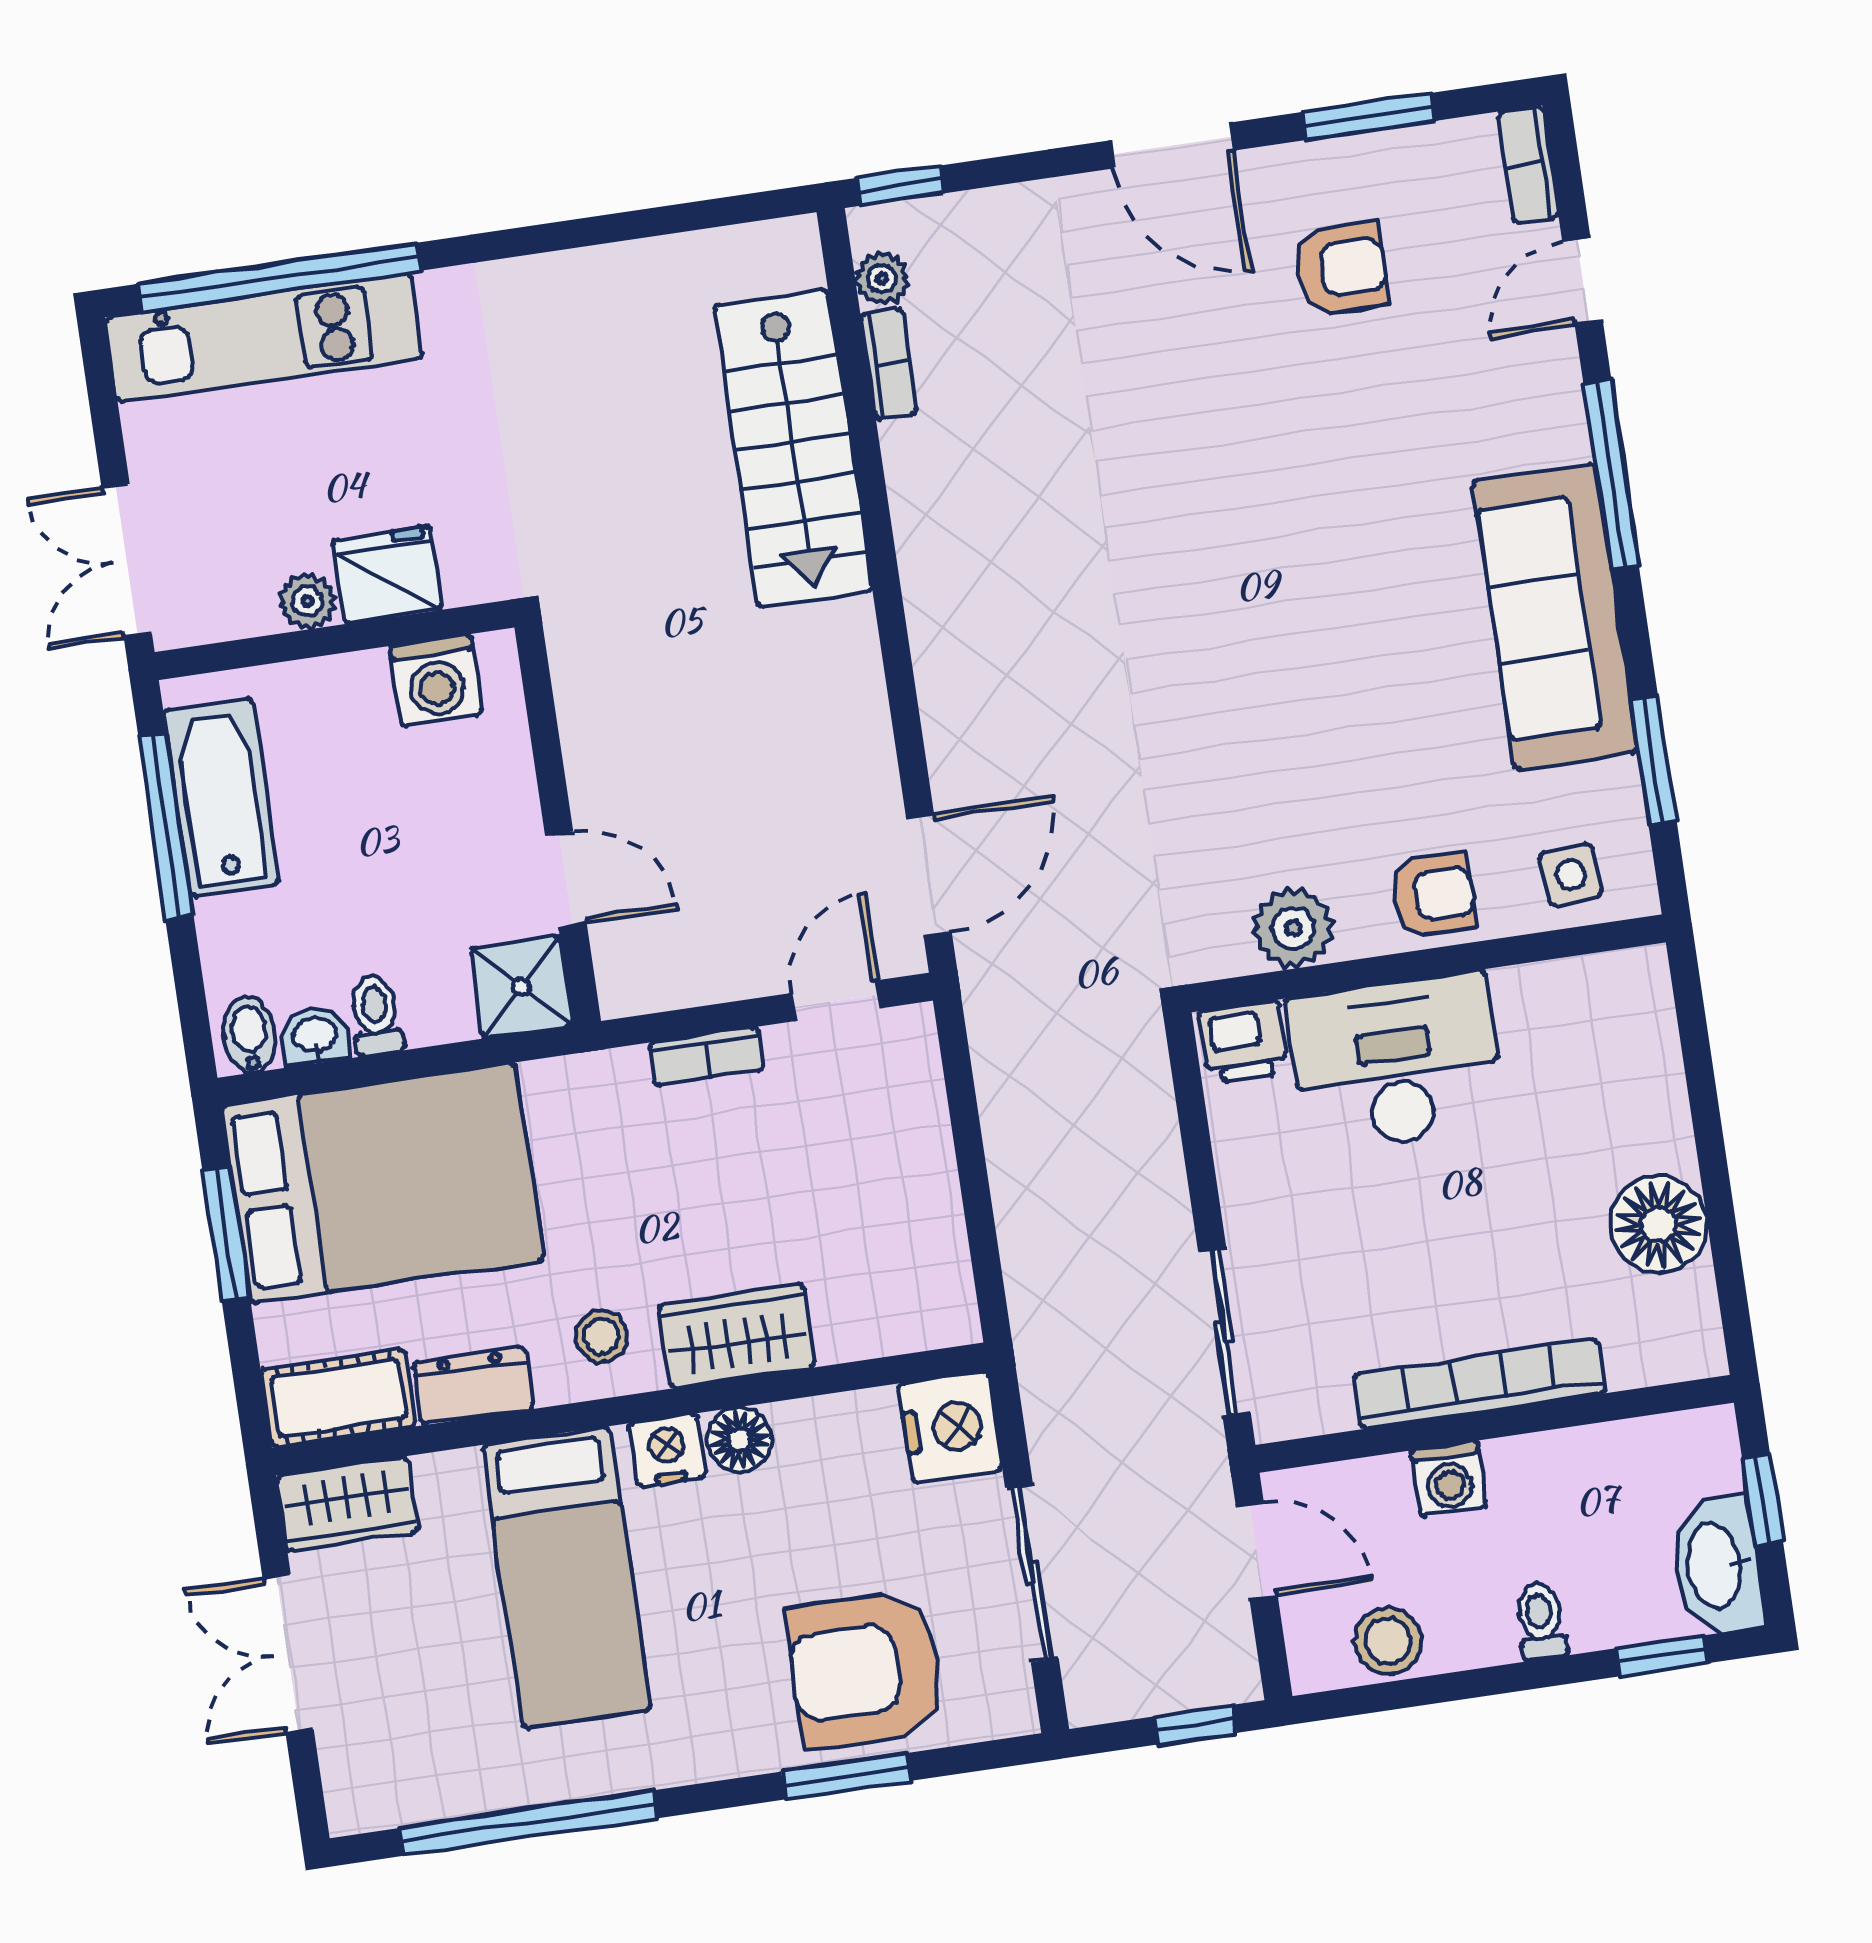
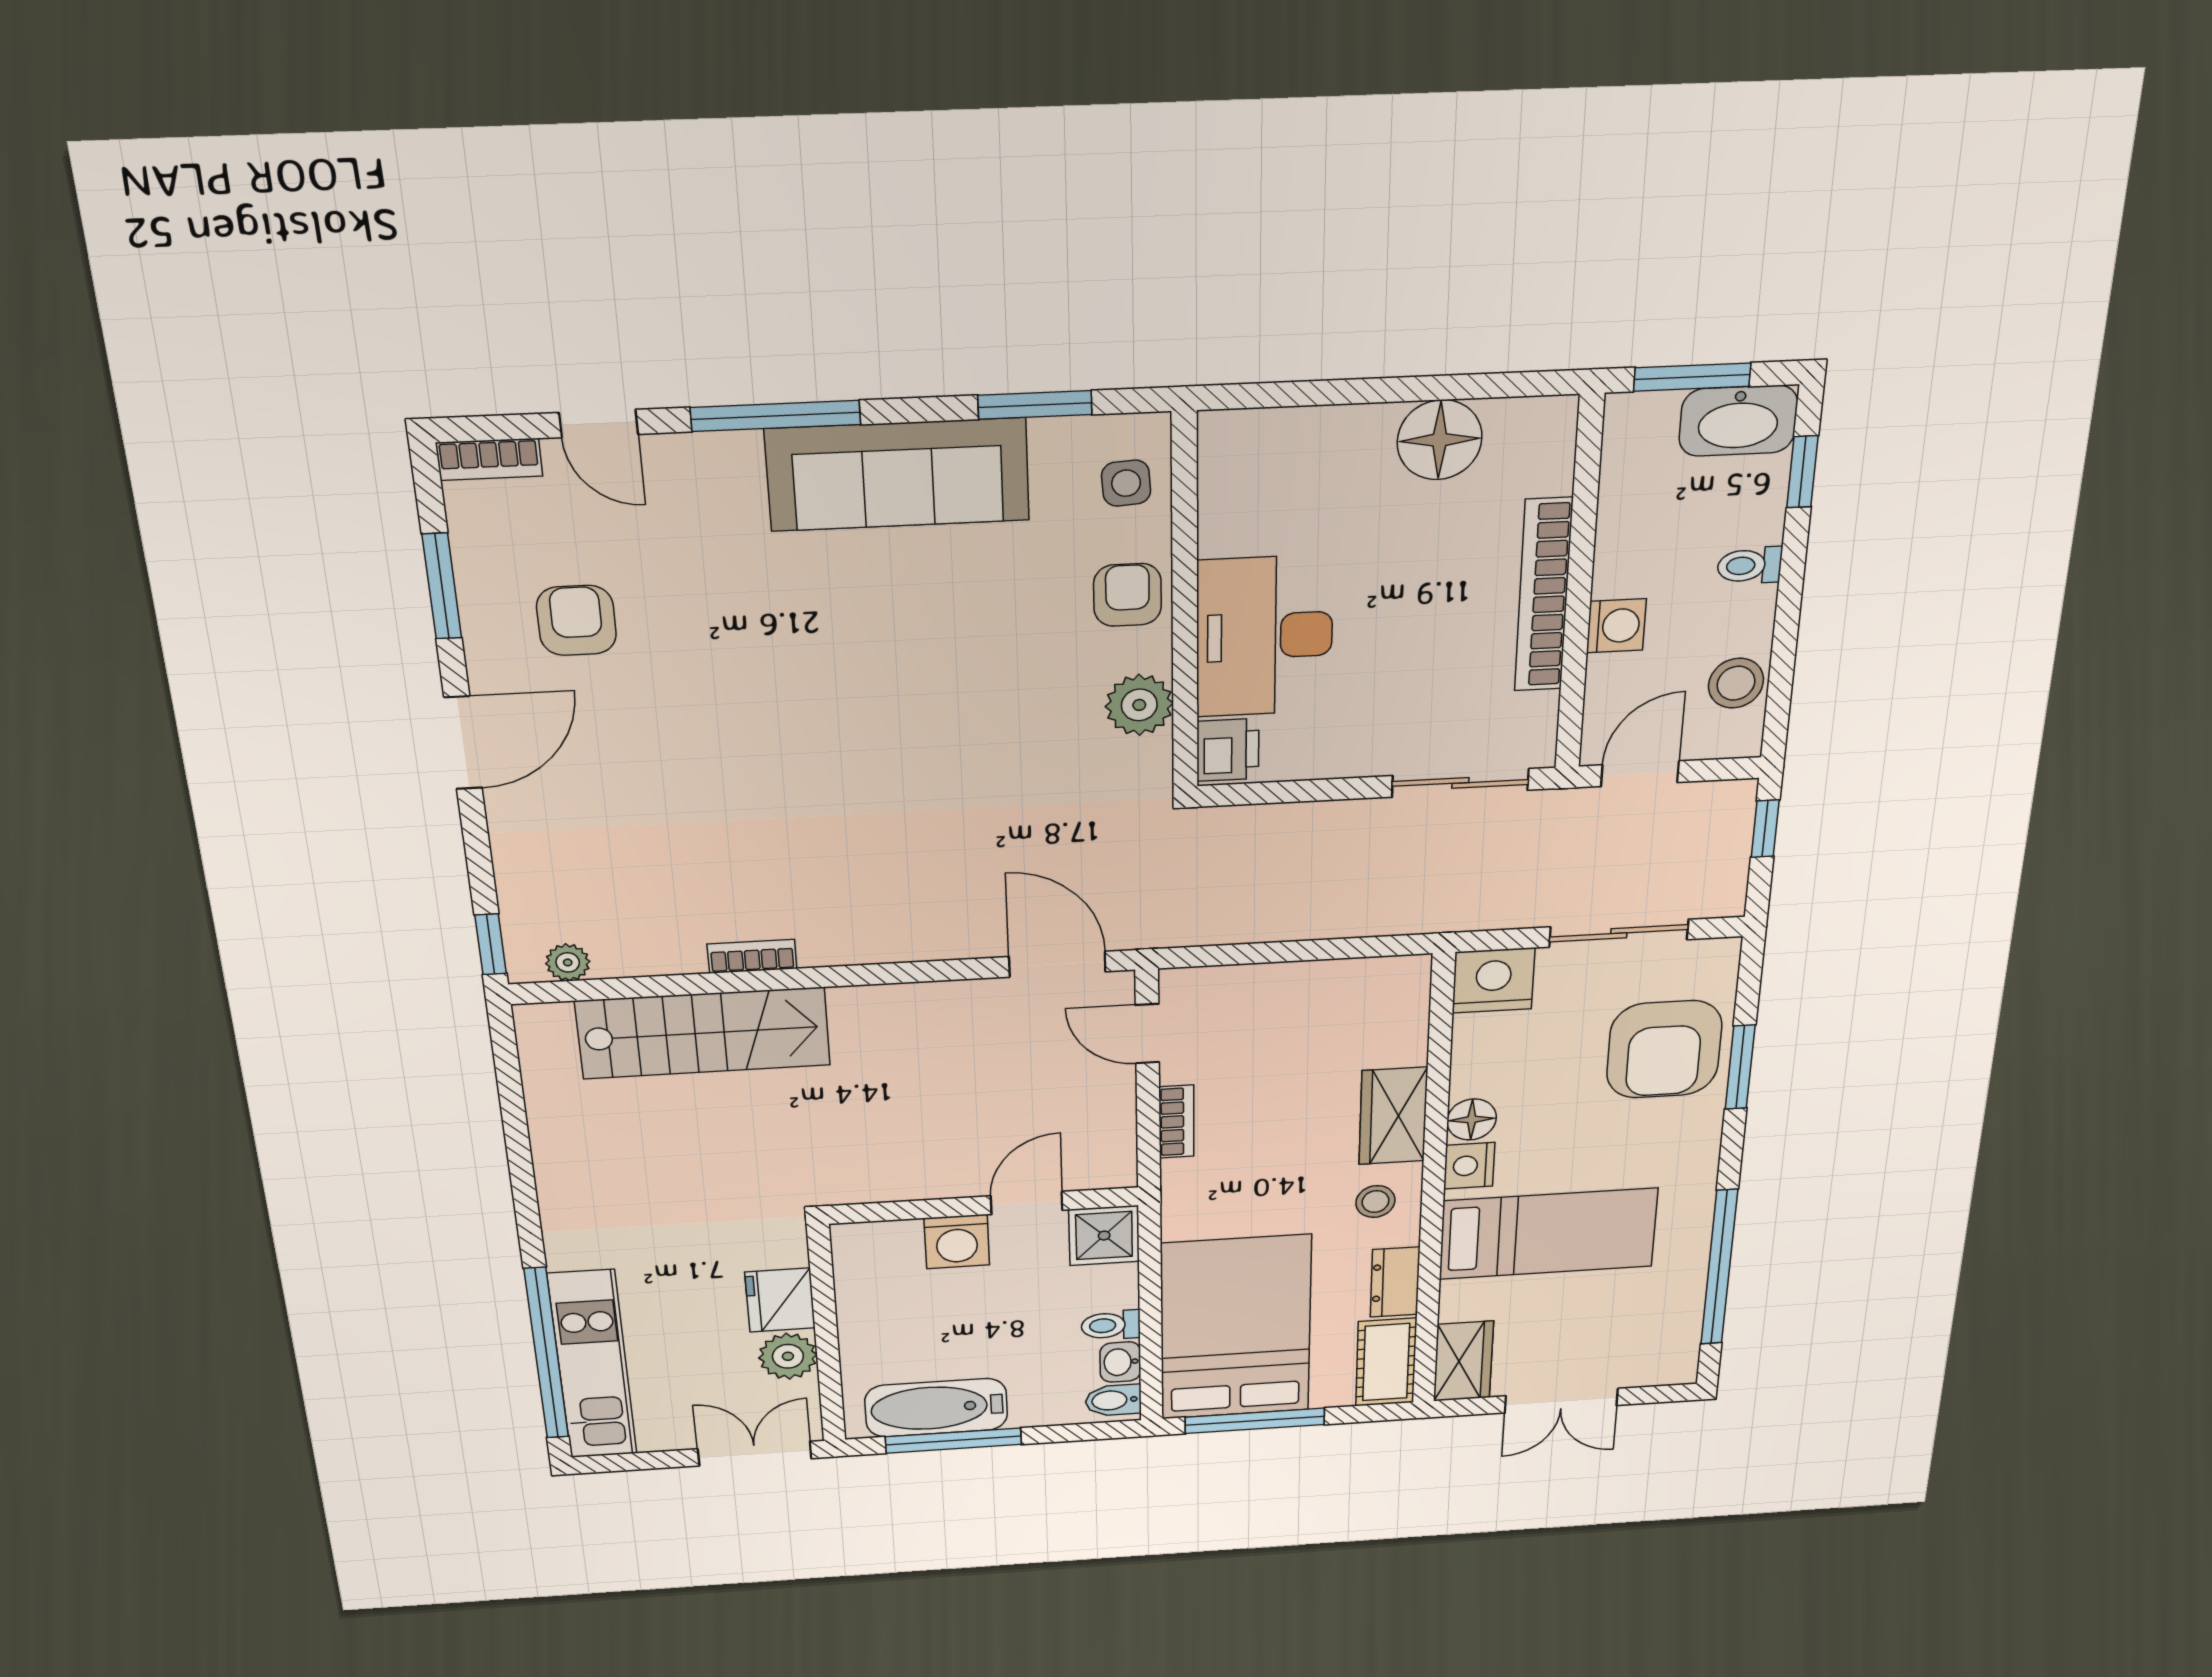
bookcase: (889, 364) -> (752, 956), moved
double door: (127, 561) -> (755, 1454), swing flipped
plant: (307, 601) -> (788, 1356), width x1.38, depth x1.38
washing machine: (436, 680) -> (957, 1242), moved, turned 90
window: (226, 1234) -> (1255, 1421), width x1.44
window: (1762, 1500) -> (1692, 377), width x1.50

